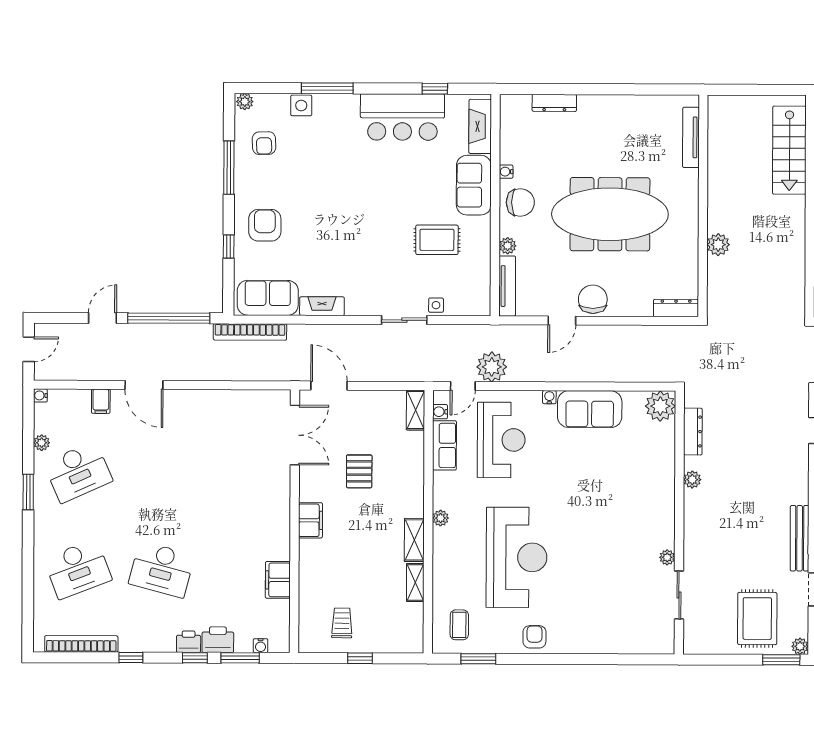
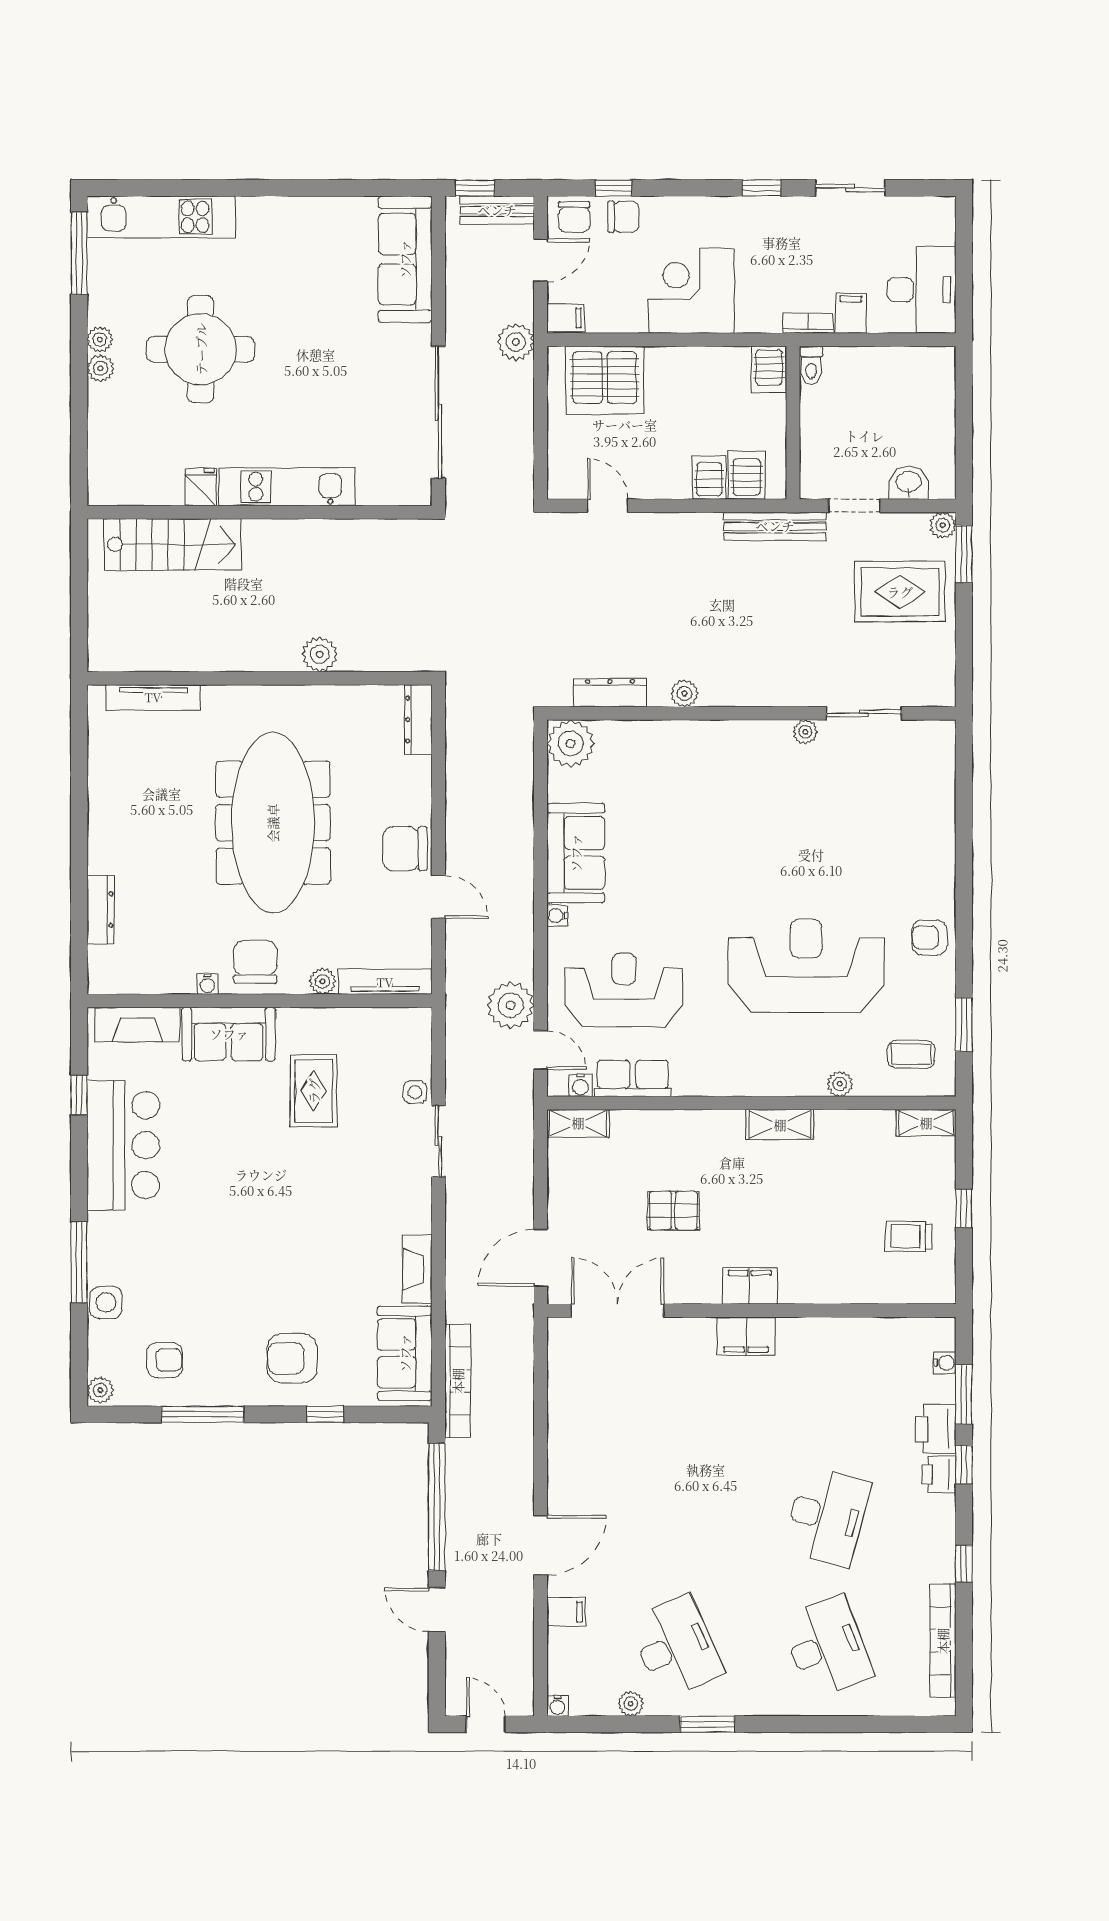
plant: (441, 518) -> (840, 1084), moved
filing cabinet: (278, 580) -> (746, 1336), moved
shelving: (415, 582) -> (926, 1123), moved

